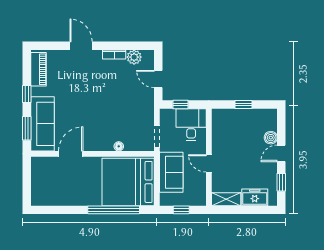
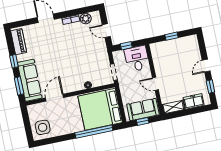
boiler: (271, 138) -> (196, 56), removed
sofa: (171, 172) -> (143, 110), moved, turned -90
side table: (47, 190) -> (43, 127), added

